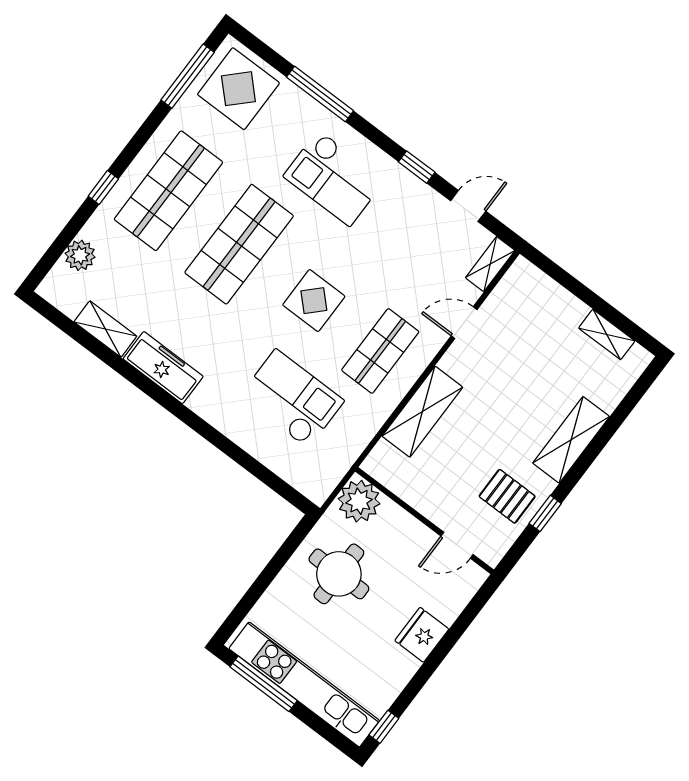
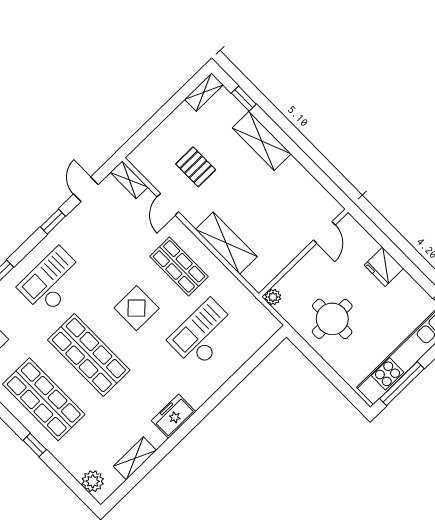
checkout: (334, 178) -> (52, 281), turned 180
plant: (80, 255) -> (93, 481), moved
shelving: (607, 334) -> (204, 92), moved
freezer: (163, 368) -> (174, 416), width x0.71
pallet: (507, 496) -> (196, 167), moved, turned 90
plant: (359, 501) -> (273, 297), width x0.53, depth x0.53
window: (545, 513) -> (244, 99), moved

